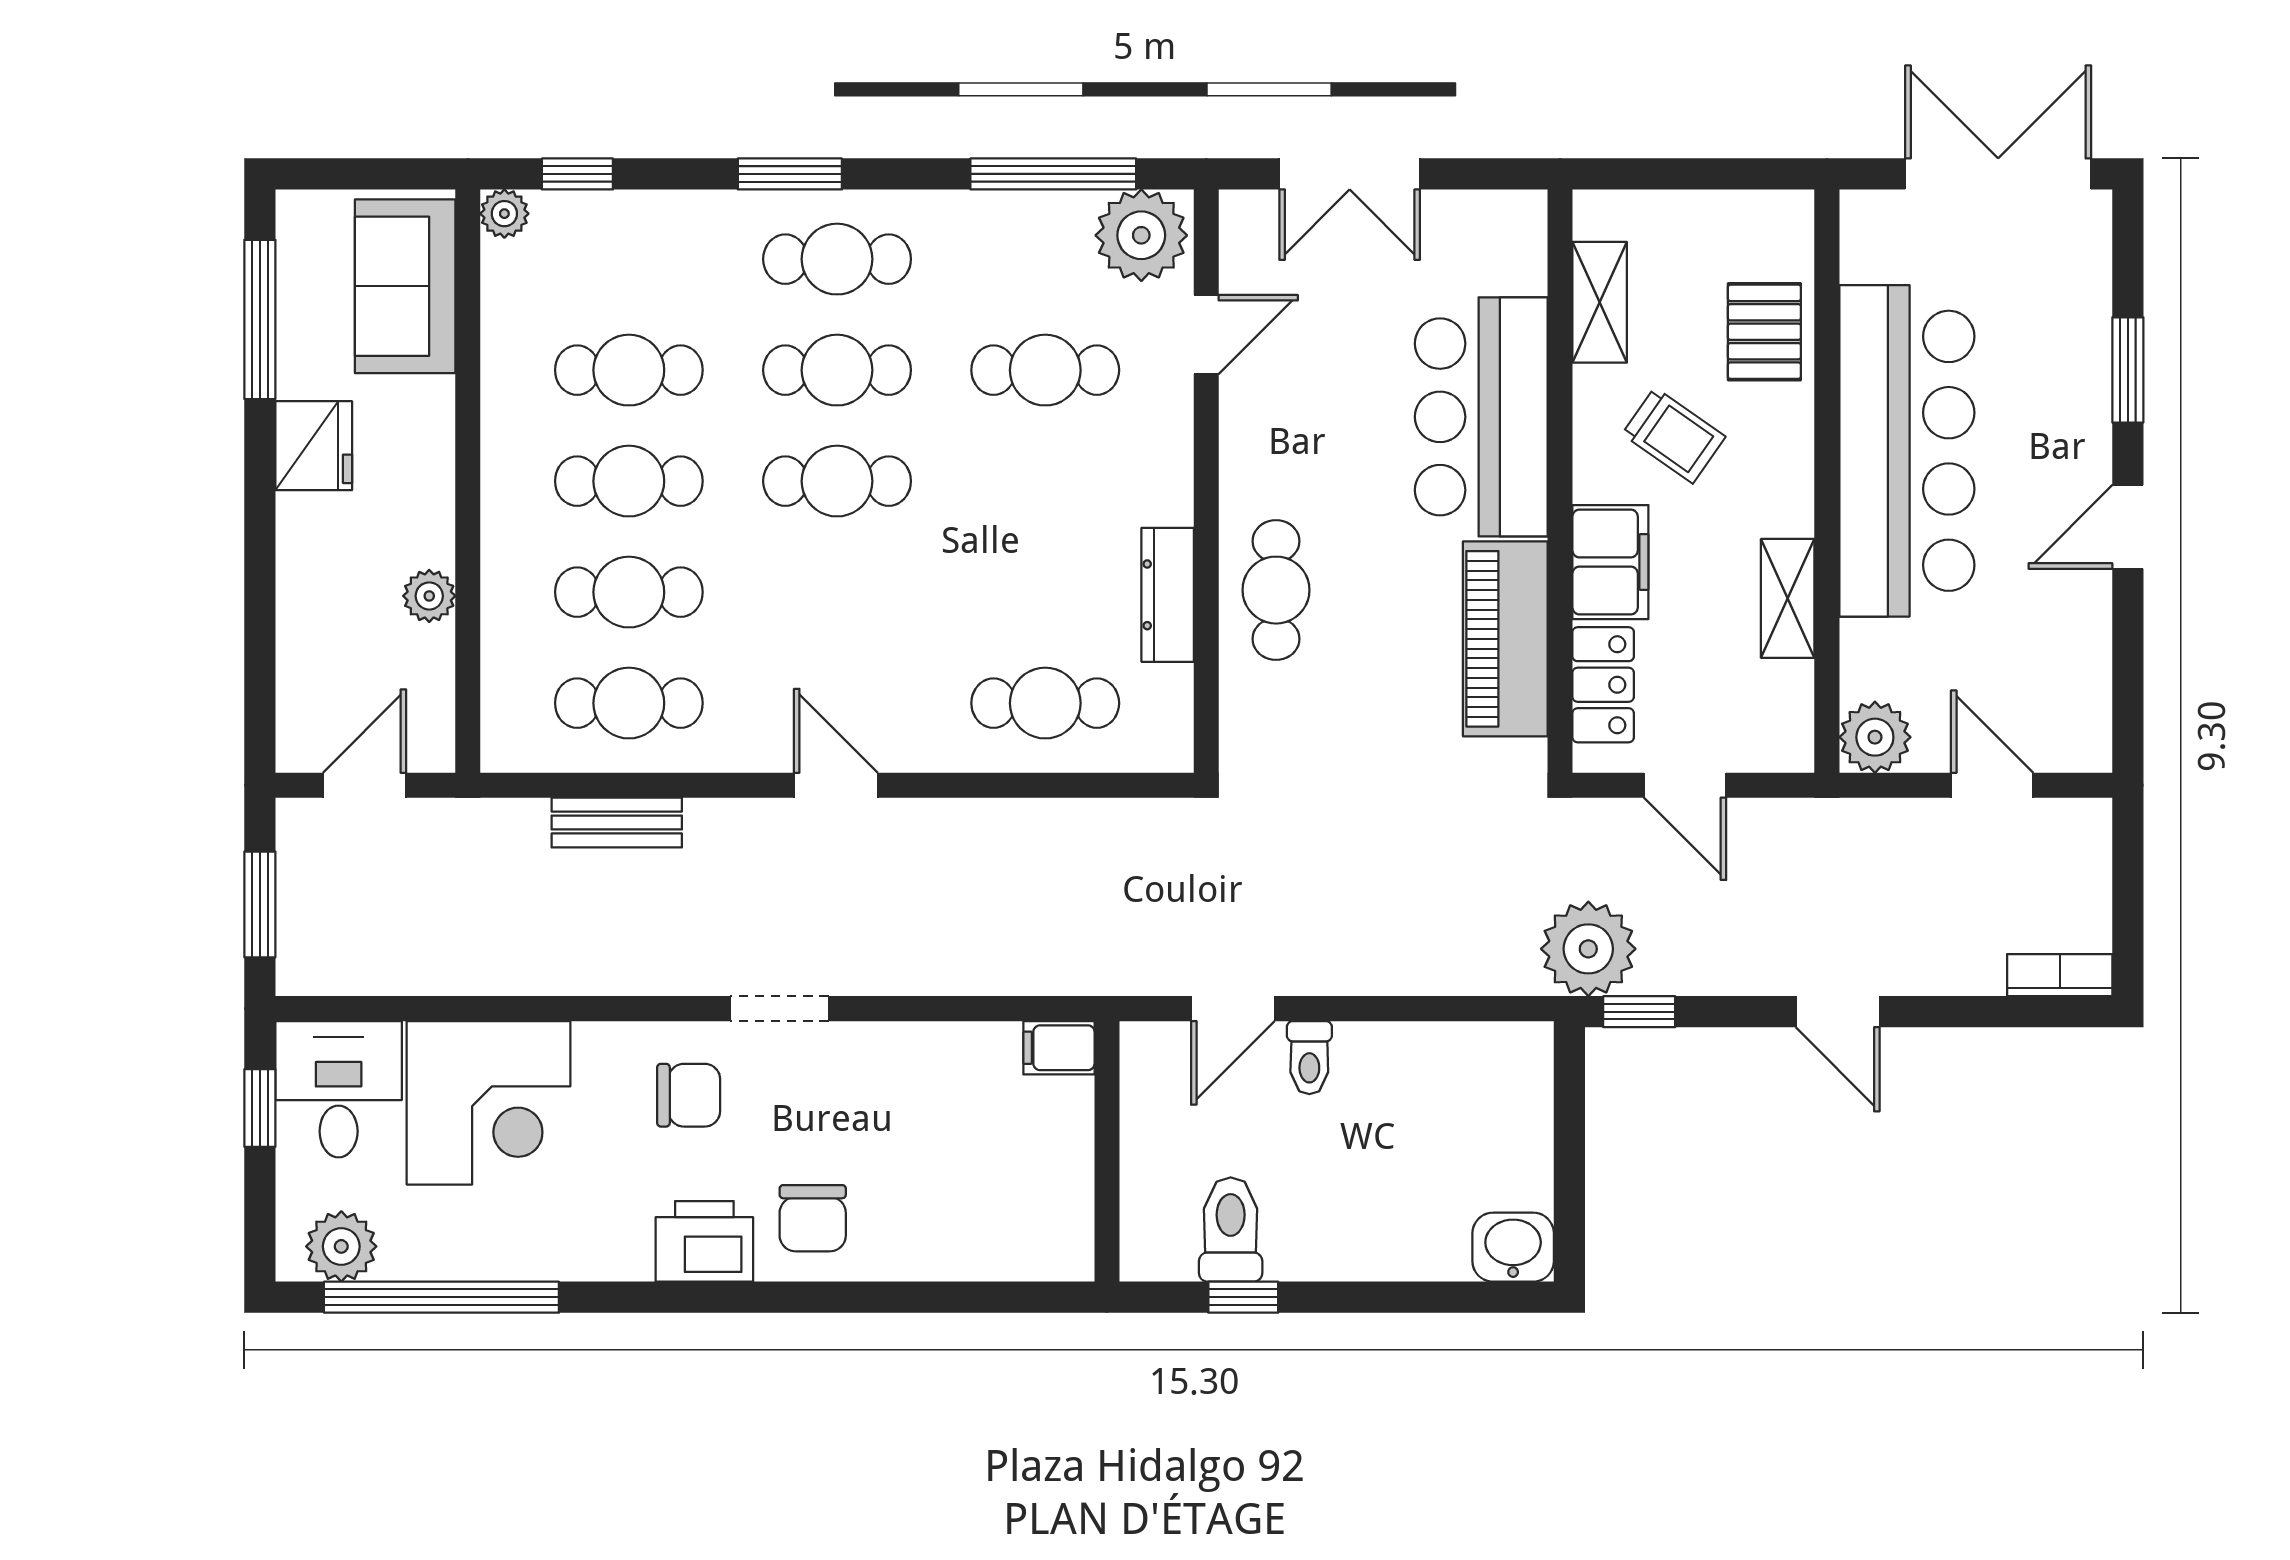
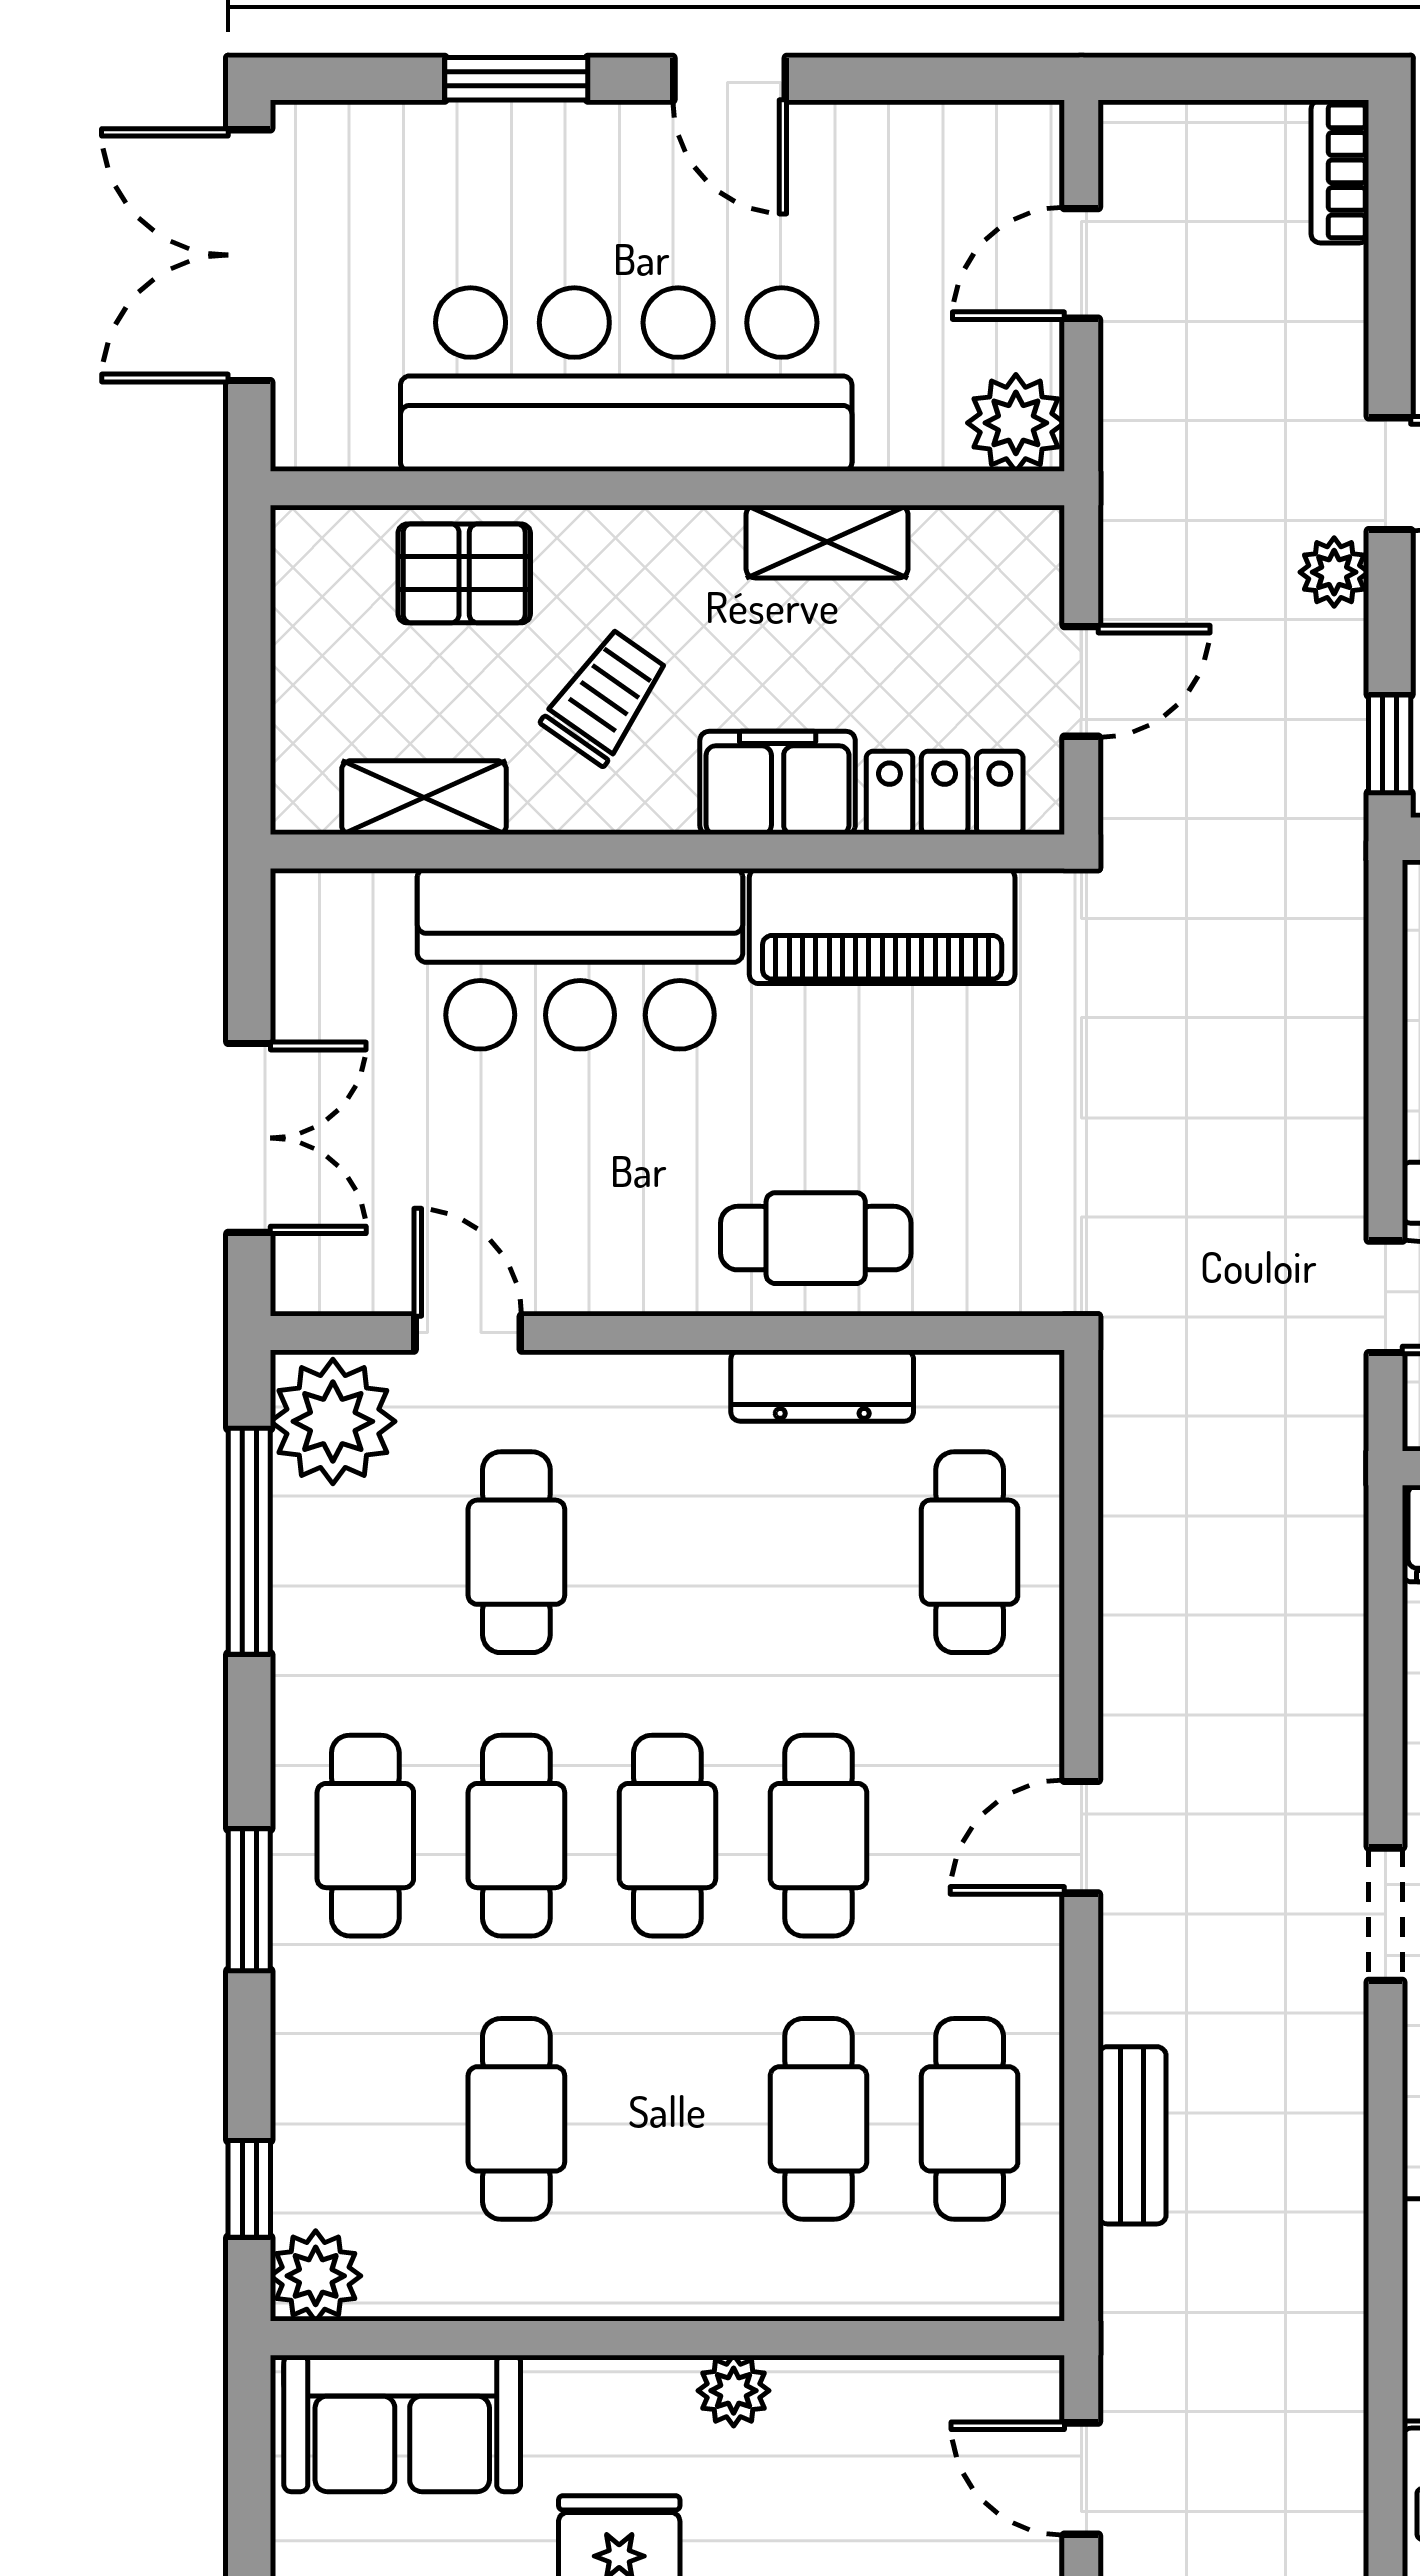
plant: (504, 214) -> (316, 2276), width x1.38, depth x1.38
cafe table: (629, 481) -> (819, 1836), moved
plant: (429, 596) -> (734, 2391), moved
plant: (1588, 949) -> (1334, 572), moved, width x0.53, depth x0.53

